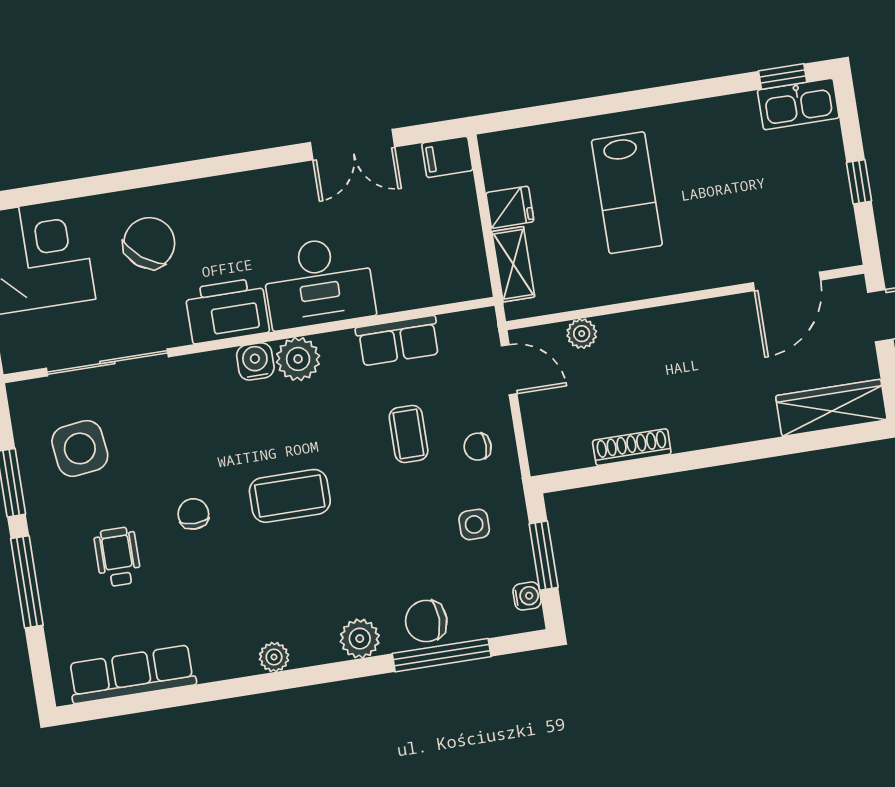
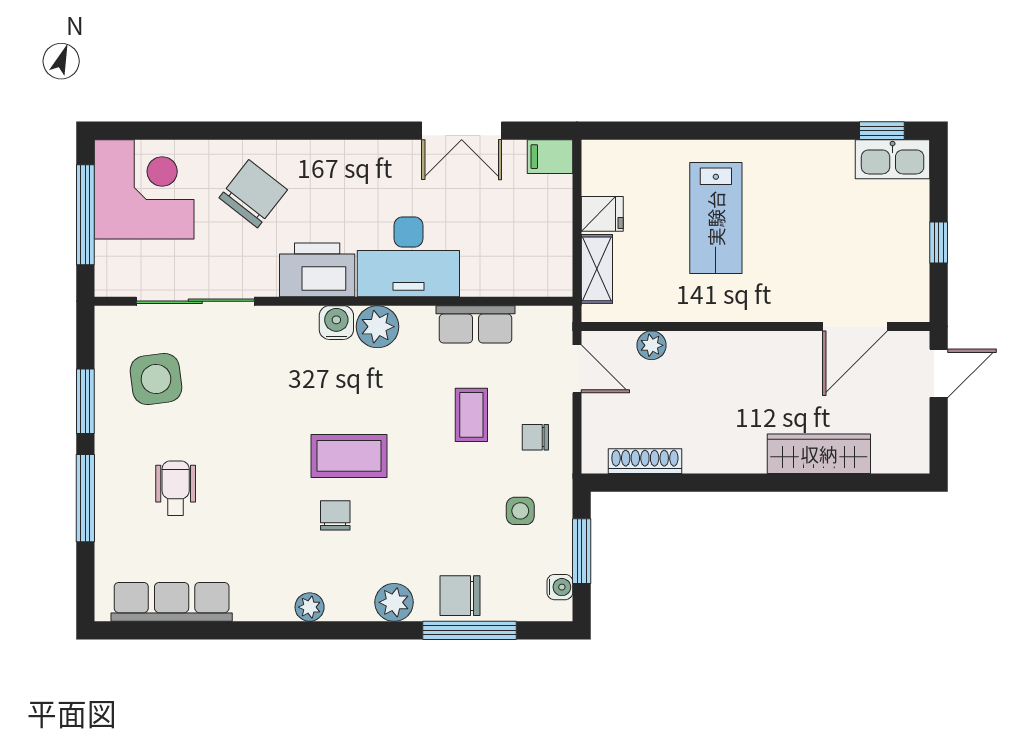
wardrobe: (831, 408) -> (819, 454), moved
shoe rack: (632, 447) -> (645, 461), moved
chair: (193, 514) -> (335, 515), moved

